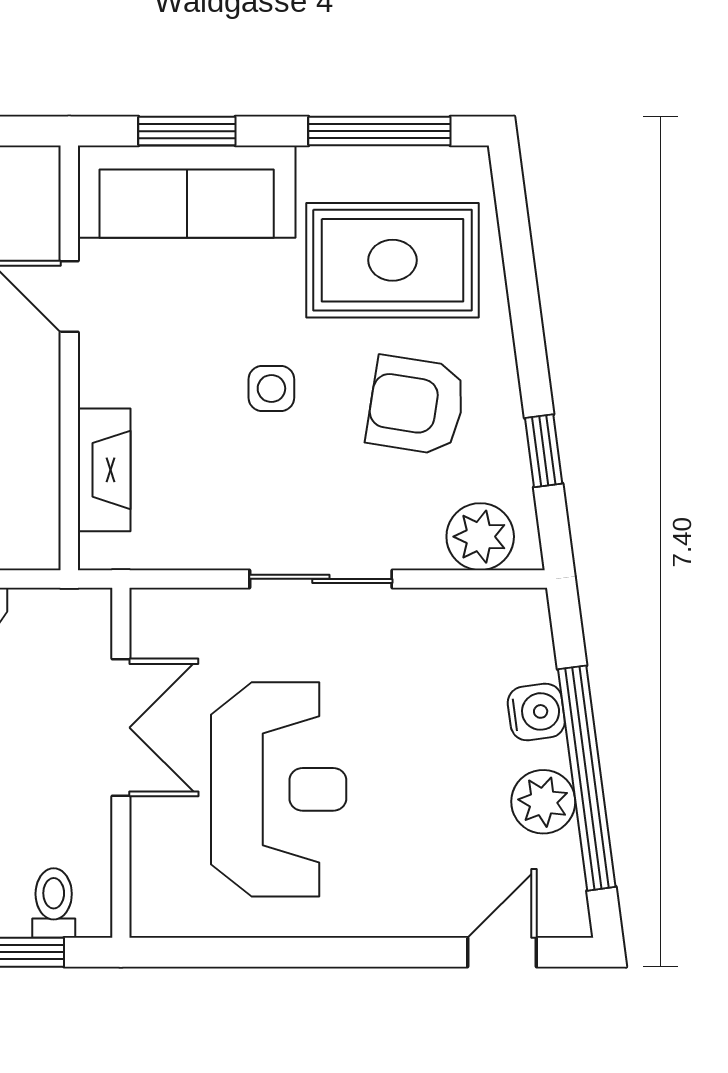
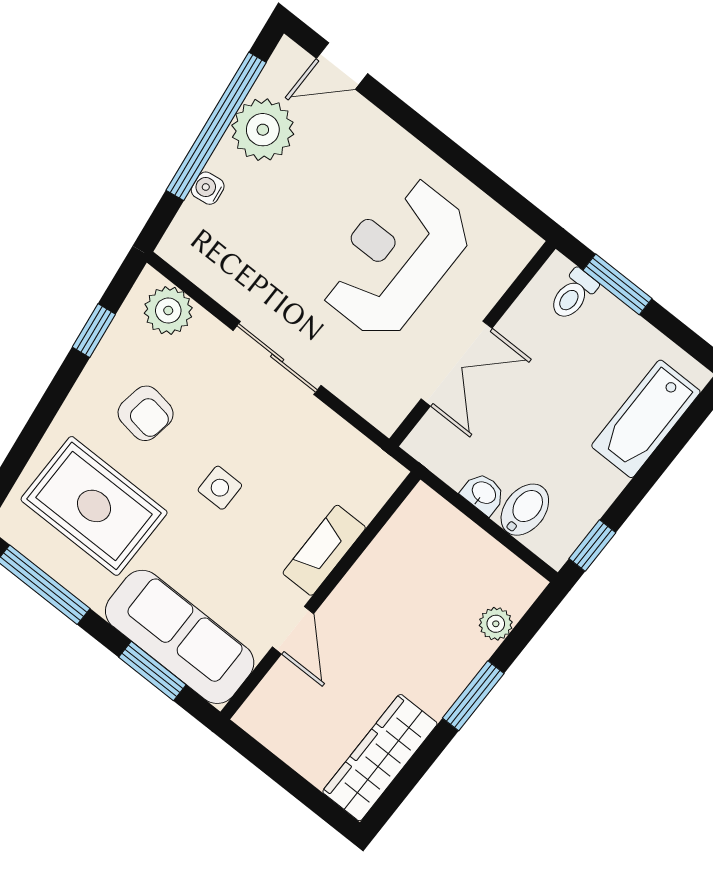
armchair: (416, 405) -> (146, 413), width x0.72, depth x0.72
fireplace: (104, 470) -> (324, 550), moved
water cooler: (536, 712) -> (208, 188), width x0.72, depth x0.72
double door: (121, 728) -> (457, 364), swing flipped
plant: (543, 802) -> (263, 130), width x1.36, depth x1.36

